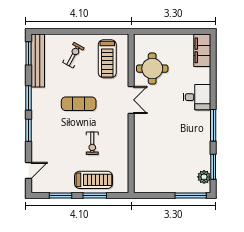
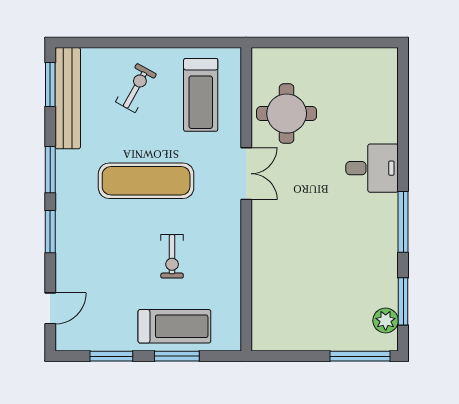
filing cabinet: (202, 50) -> (382, 79), removed
exercise mat: (79, 104) -> (146, 181), width x1.36, depth x1.45

